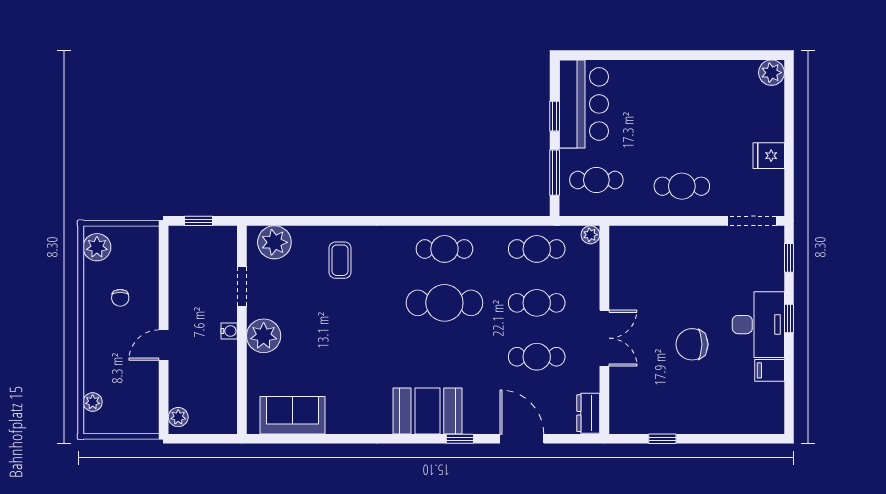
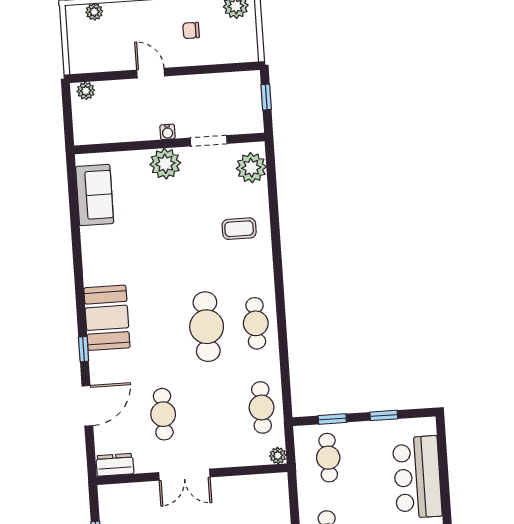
bar counter: (584, 104) -> (417, 477), moved, turned 90
window: (555, 173) -> (332, 419), width x0.67
cafe table: (537, 303) -> (212, 411), removed

